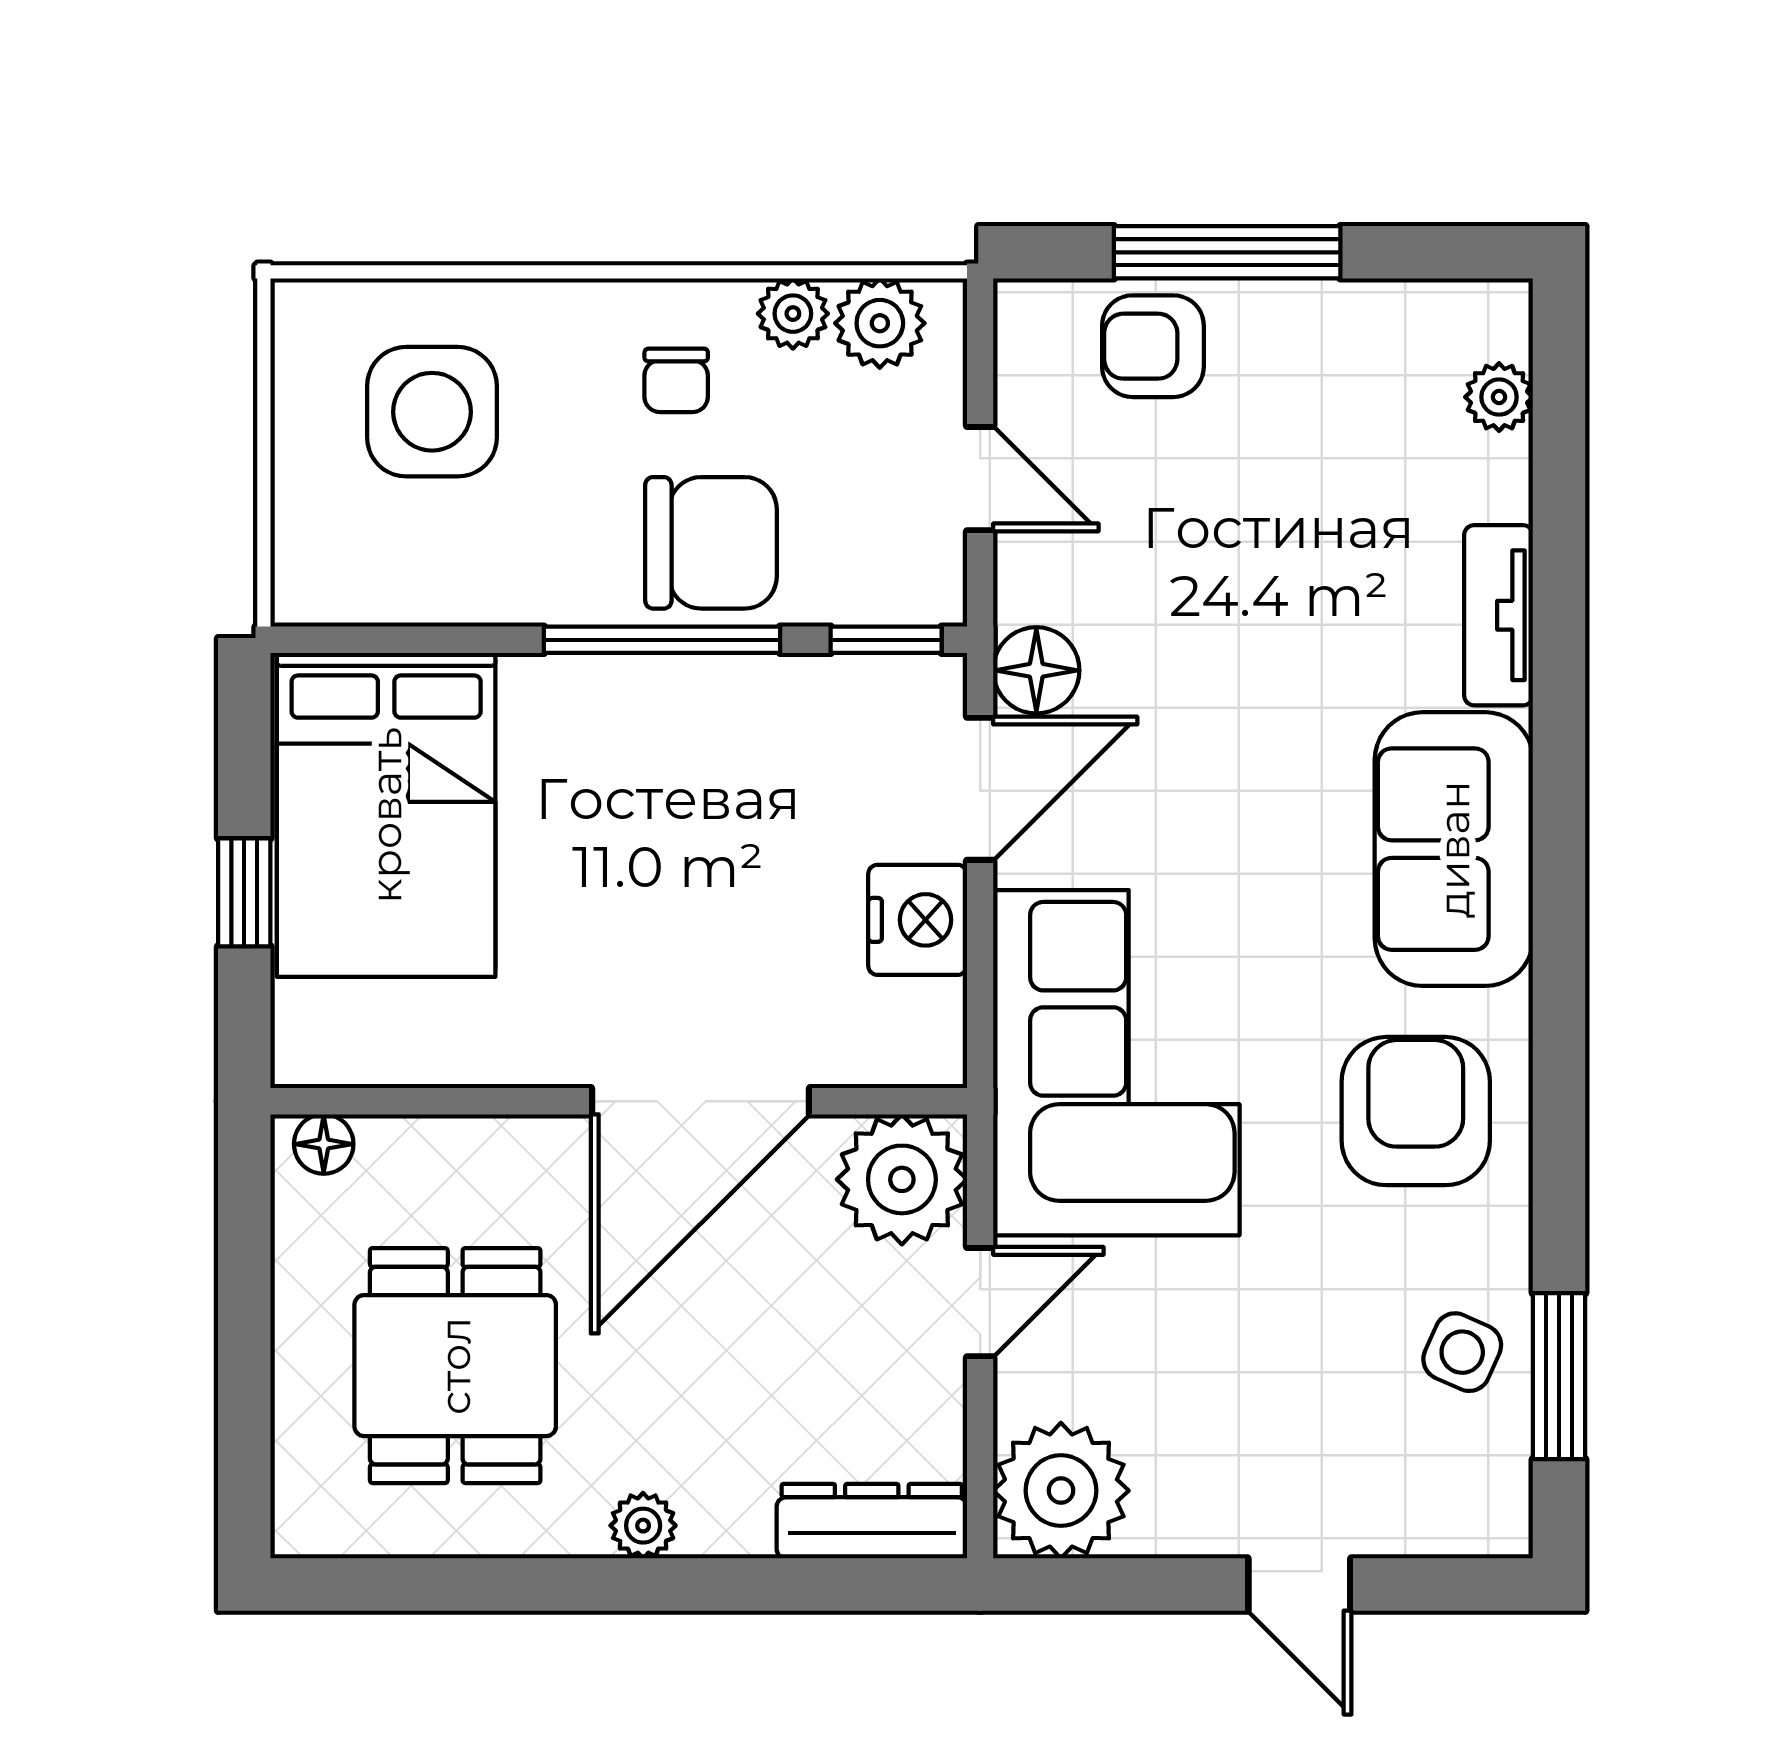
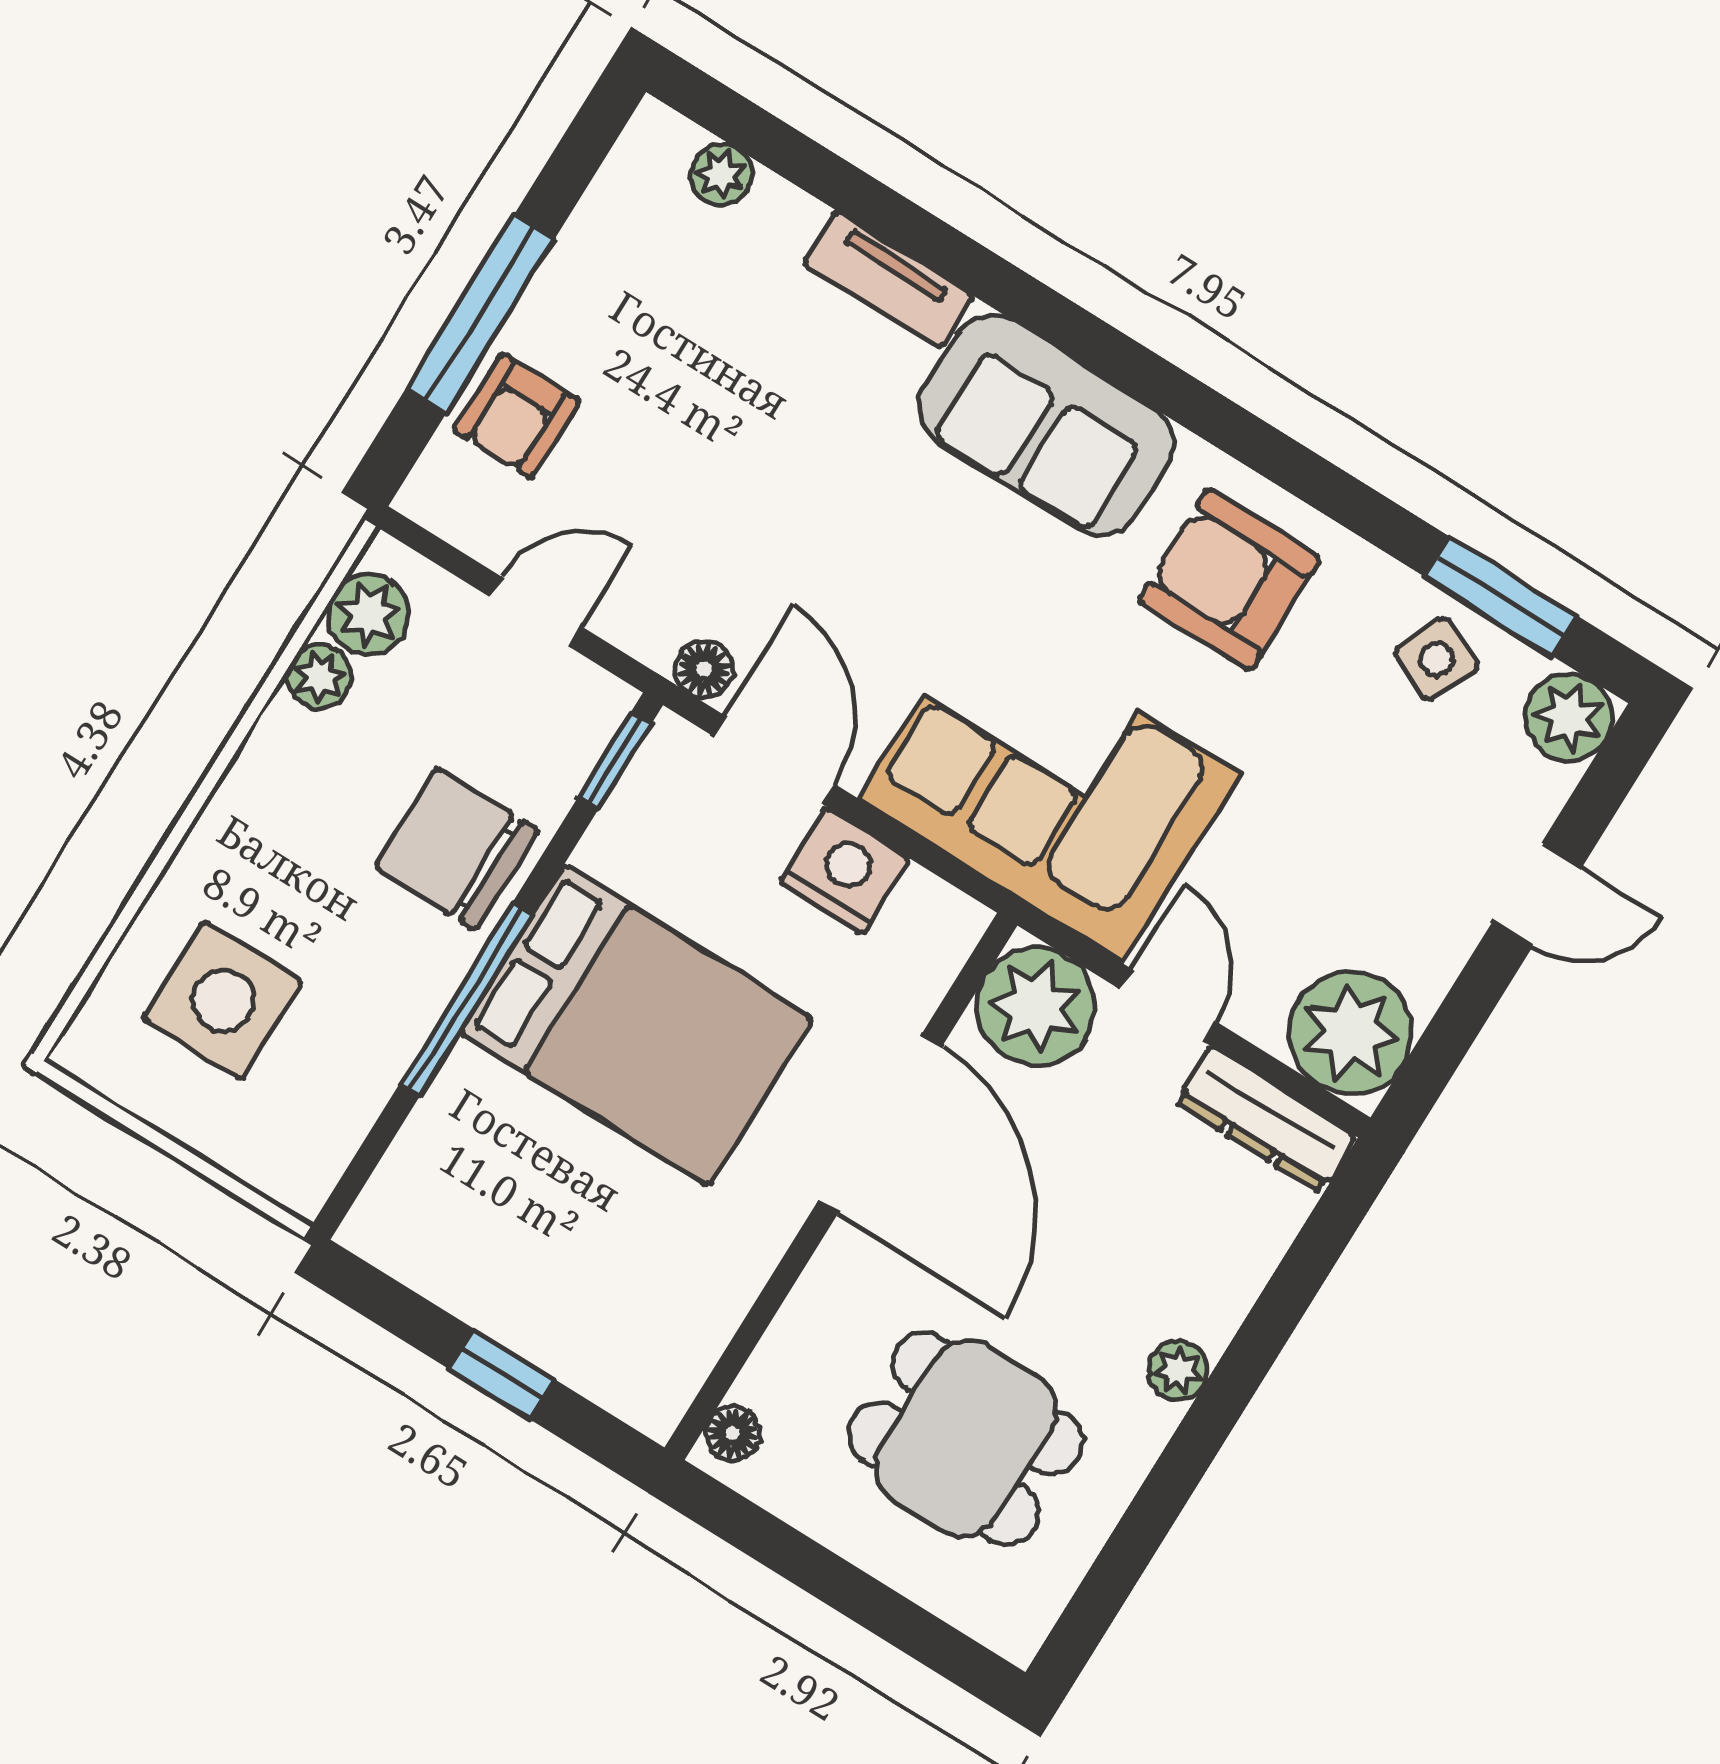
chair: (676, 380) -> (315, 798), removed
chair: (711, 543) -> (456, 849), turned -90
window: (662, 640) -> (466, 999), moved
floor lamp: (1036, 670) -> (704, 669), width x0.73, depth x0.73
bed: (386, 815) -> (636, 1025), moved
plant: (1485, 1511) -> (1569, 717), added
dresser: (872, 1521) -> (1265, 1119), moved, turned -90

